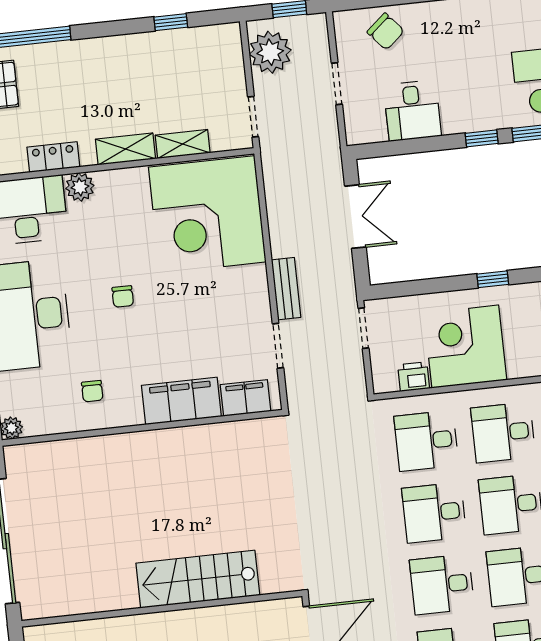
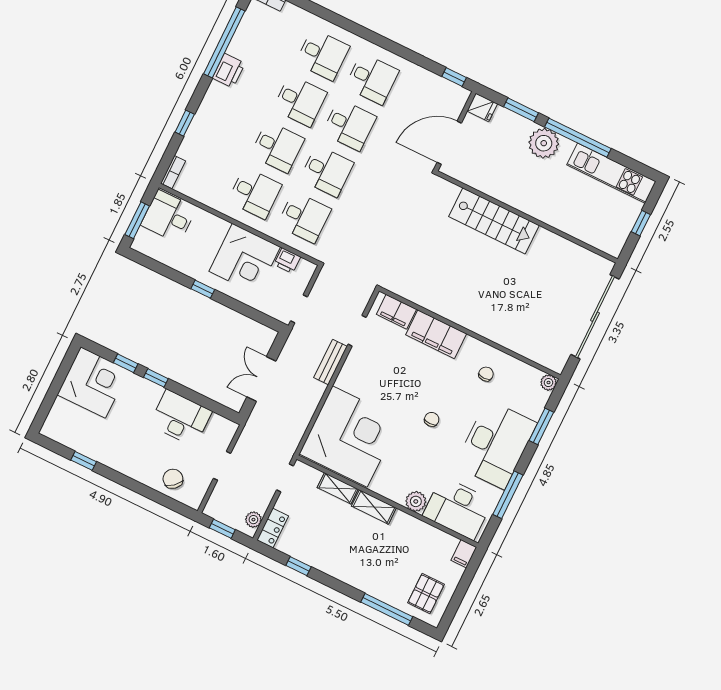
plant: (270, 52) -> (253, 520), width x0.53, depth x0.53
desk: (412, 110) -> (181, 418), width x1.37
locker: (53, 157) -> (273, 528), moved, turned -90

